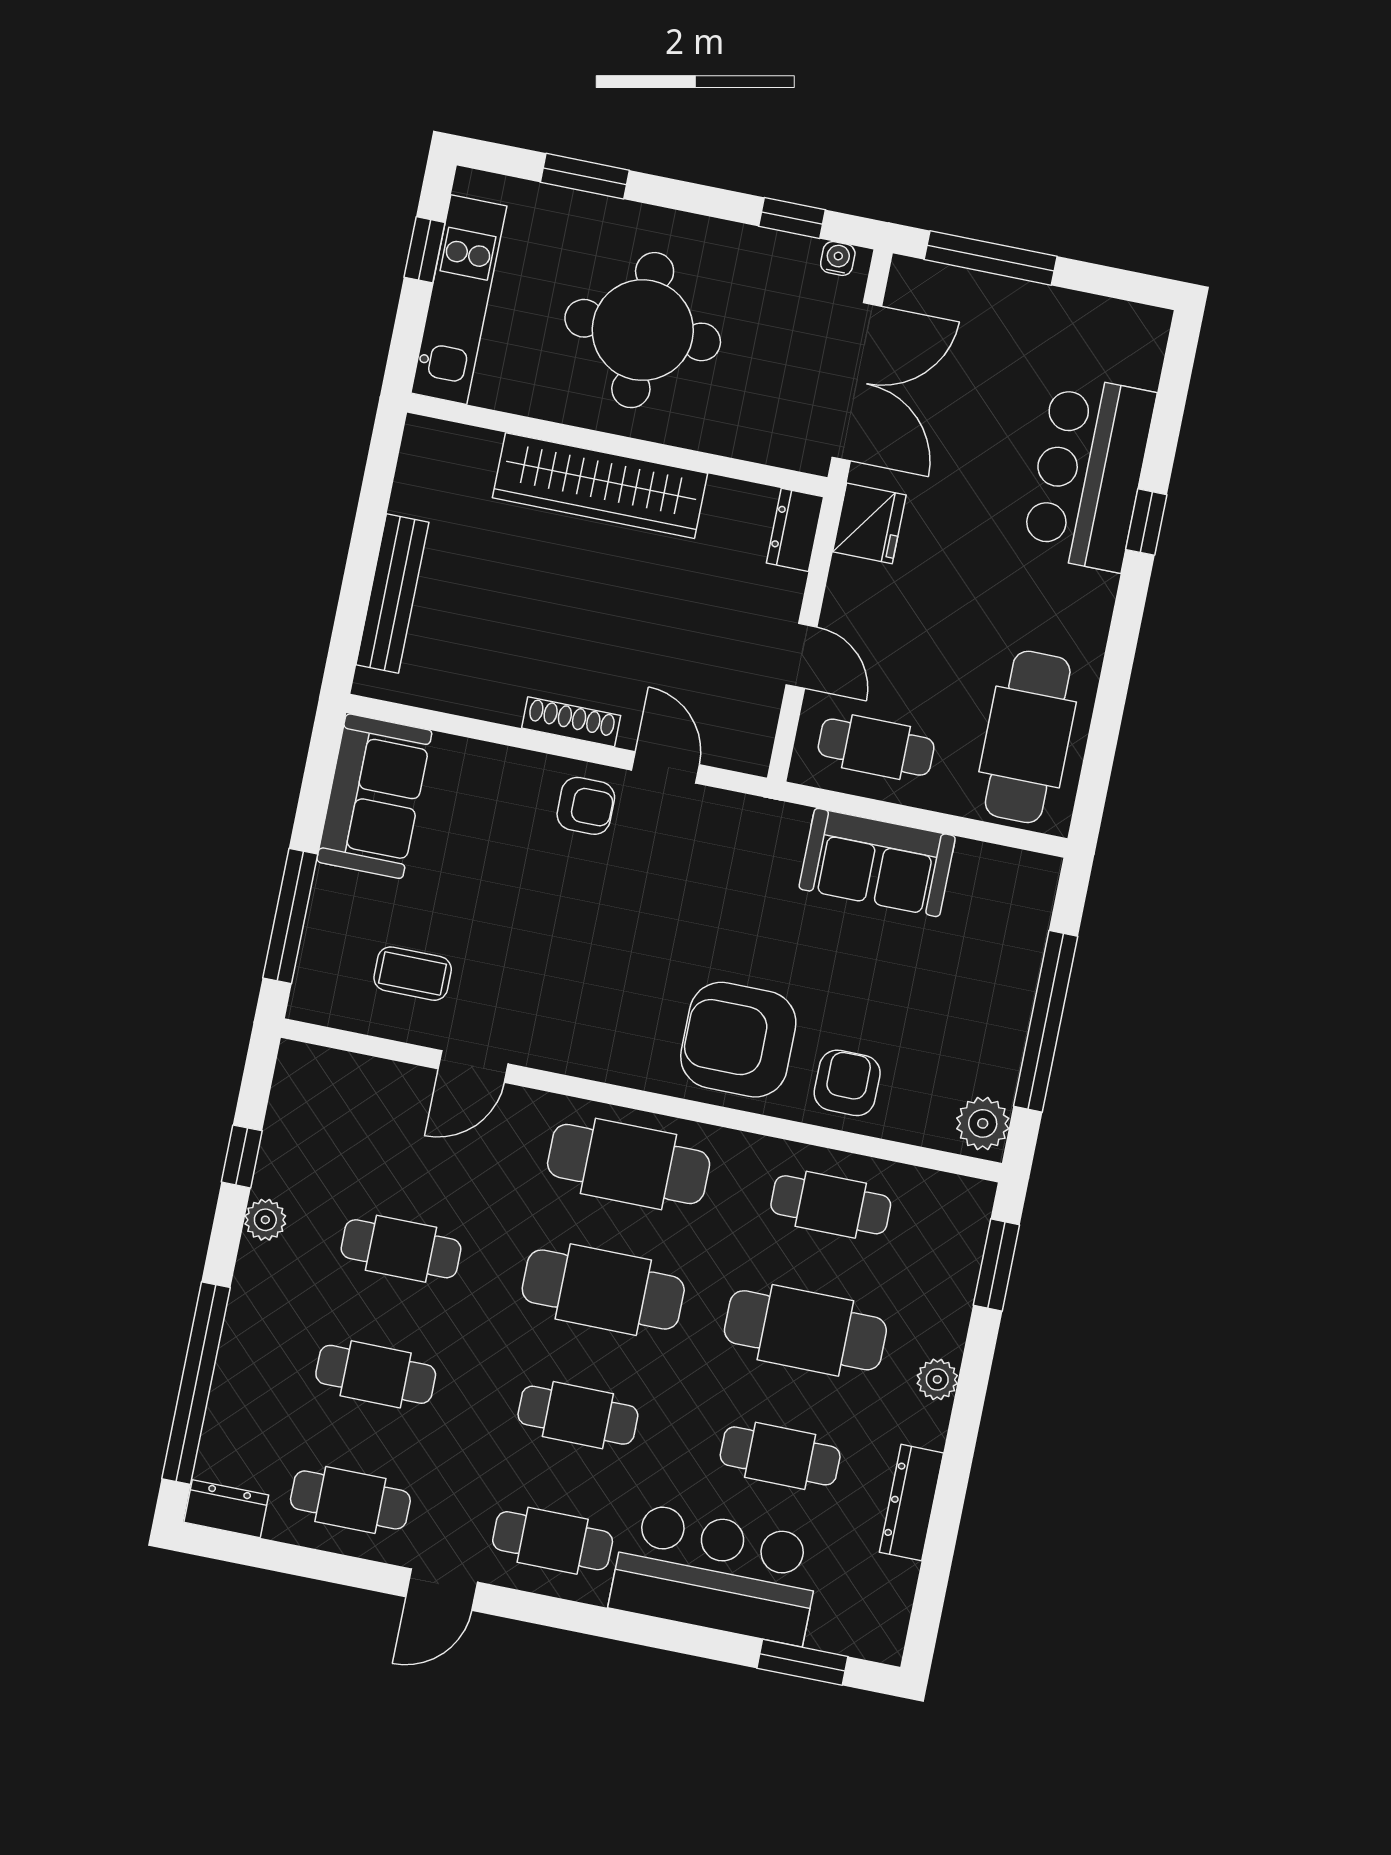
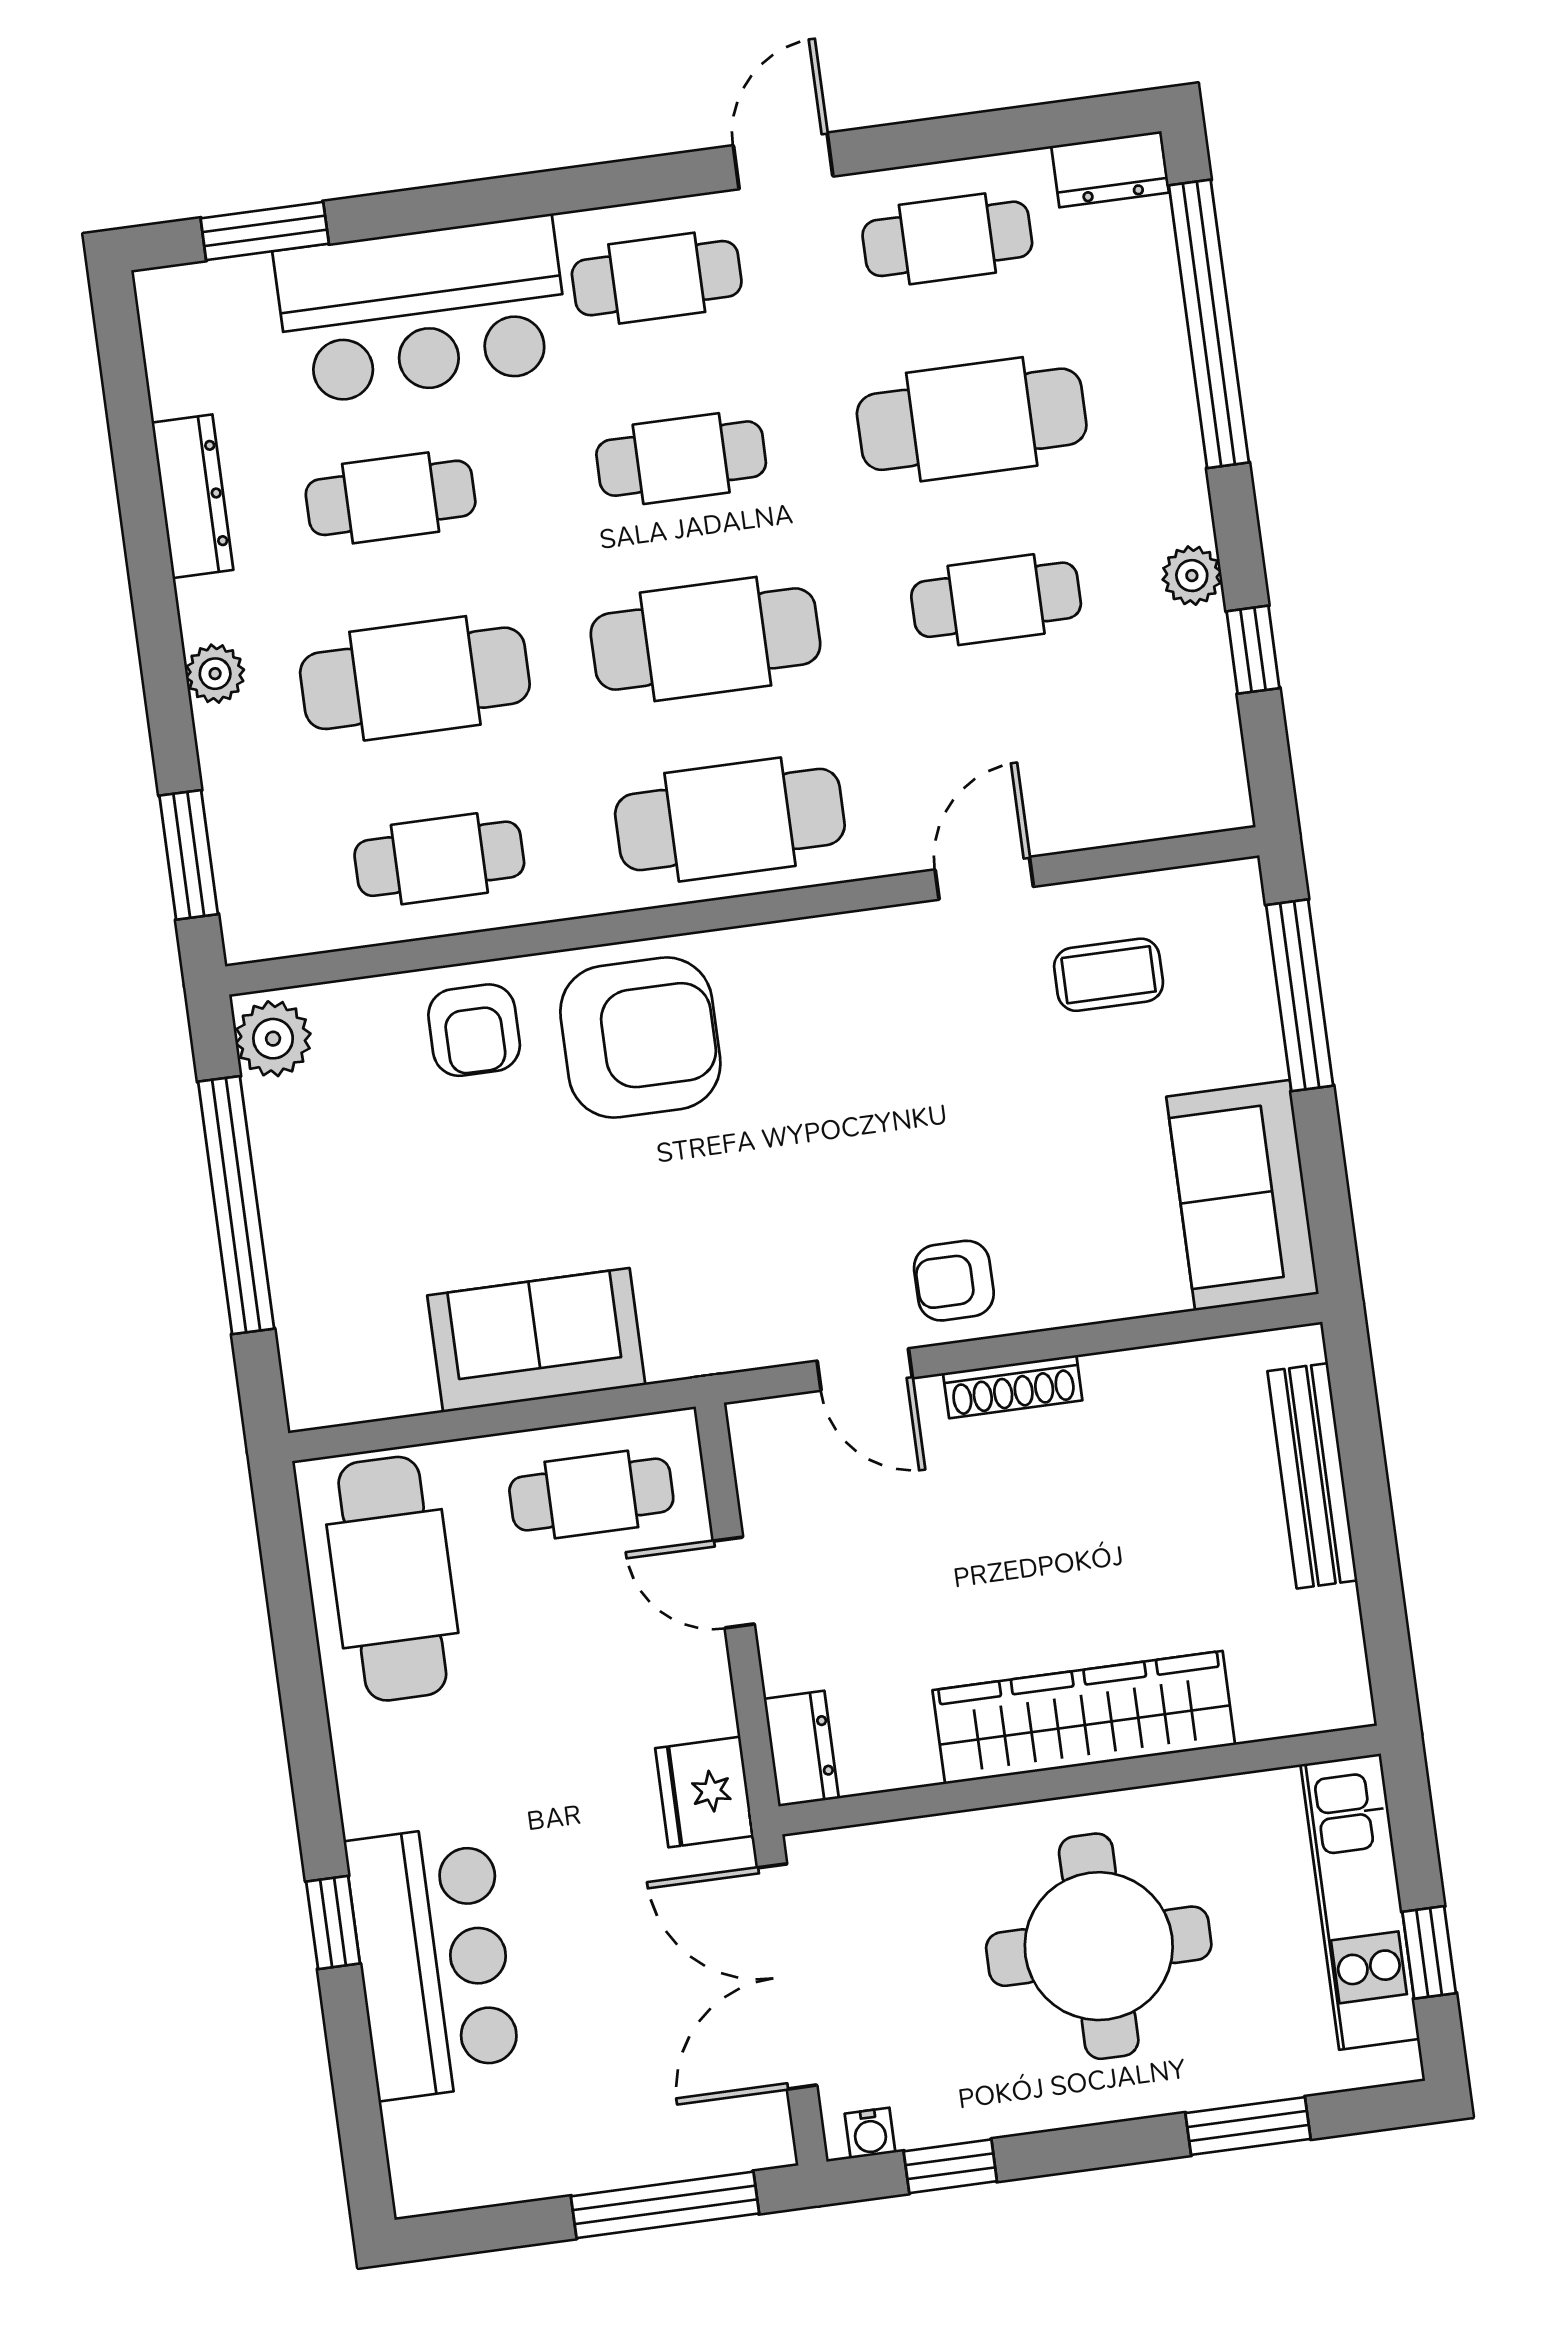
cafe table: (376, 1374) -> (972, 419), width x1.37, depth x1.35

